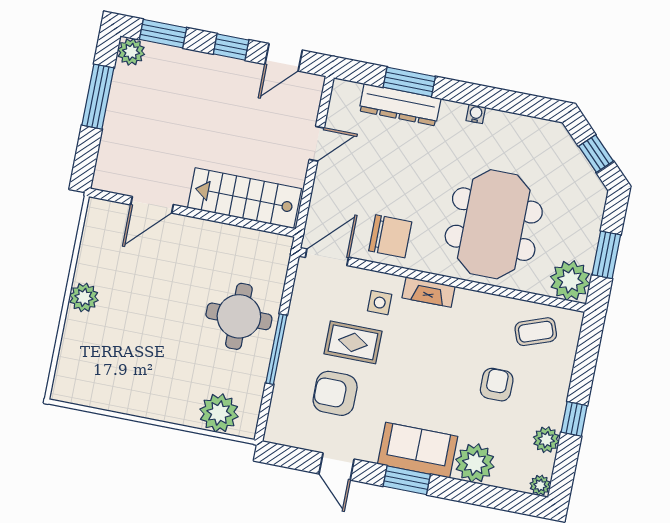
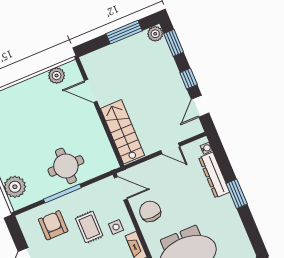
door: (284, 57) -> (200, 106), hinge flipped
window: (409, 82) -> (237, 194), moved
water cooler: (476, 114) -> (206, 148), moved
chair: (390, 236) -> (150, 211), turned 180
plant: (84, 297) -> (57, 76), moved
armchair: (335, 393) -> (53, 225), moved

